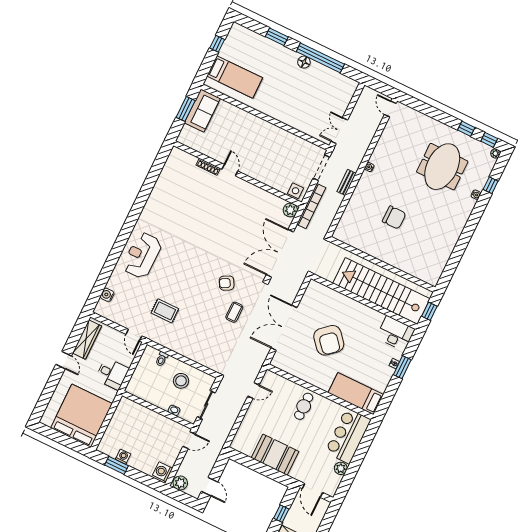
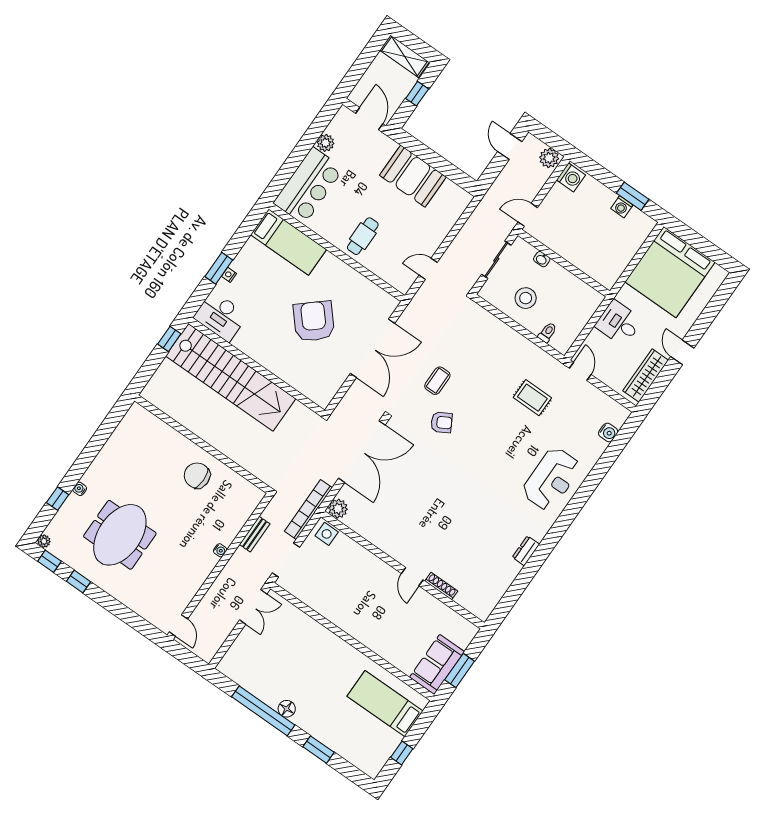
dresser: (152, 201) -> (526, 551), added
wall: (382, 264) -> (203, 444), moved

